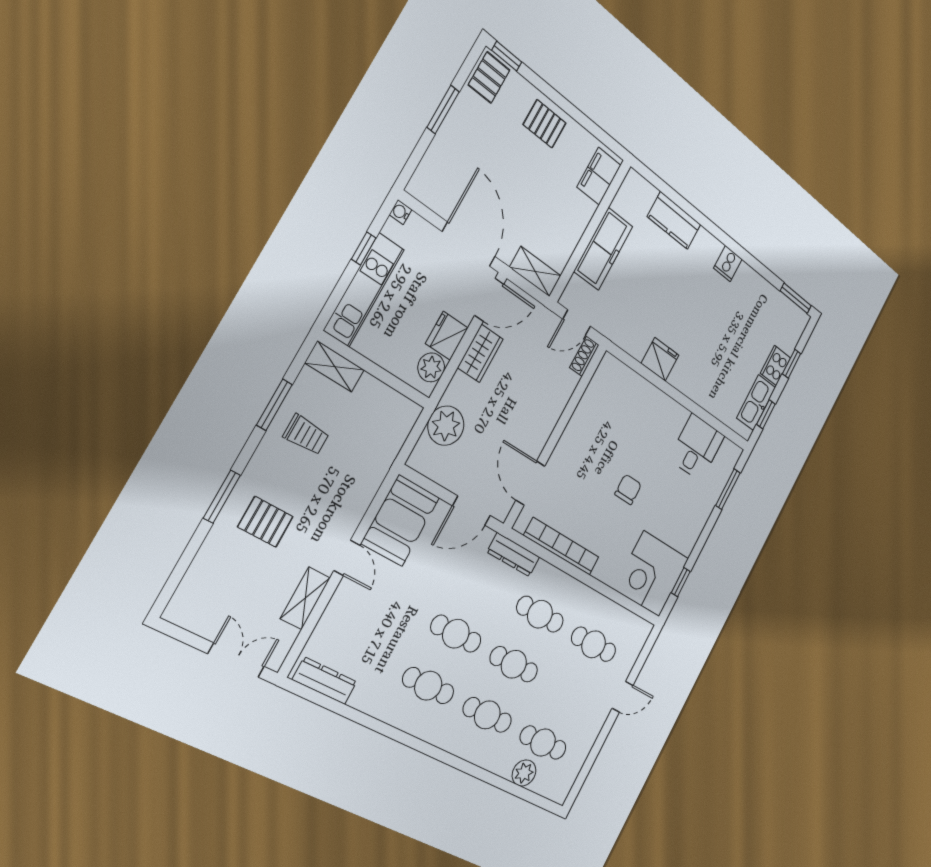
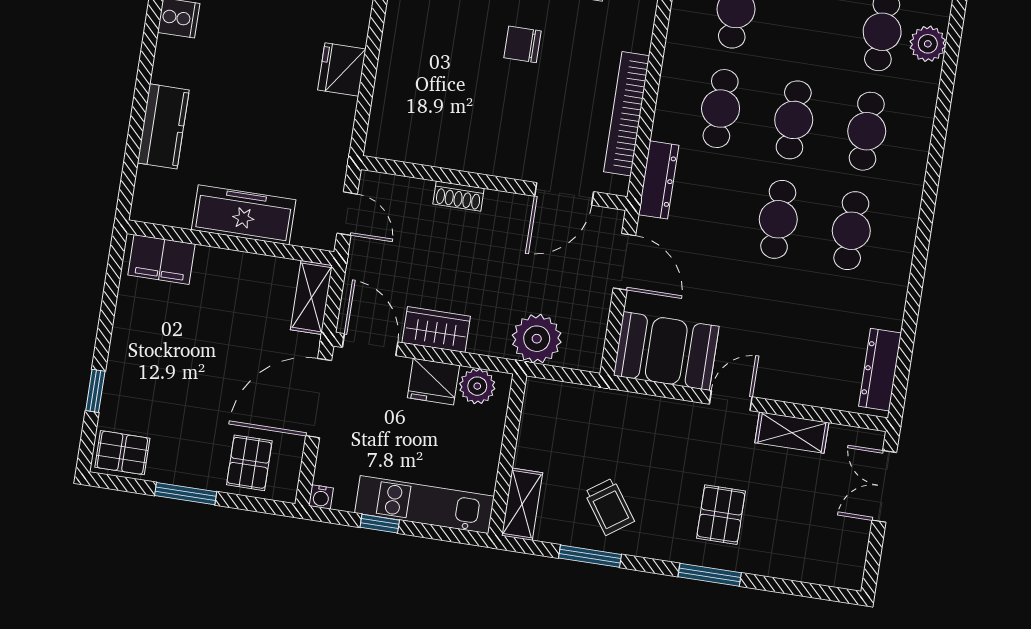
window: (507, 56) -> (95, 391), moved
pallet: (545, 124) -> (249, 463), moved
shoe rack: (584, 356) -> (458, 196), moved
trolley: (306, 435) -> (609, 507), turned 145

